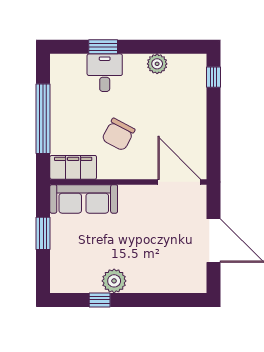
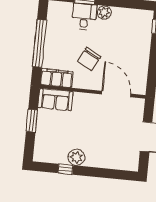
plant: (157, 64) -> (104, 12), moved
door: (179, 182) -> (116, 94), moved
sofa: (84, 199) -> (55, 99), width x0.73

